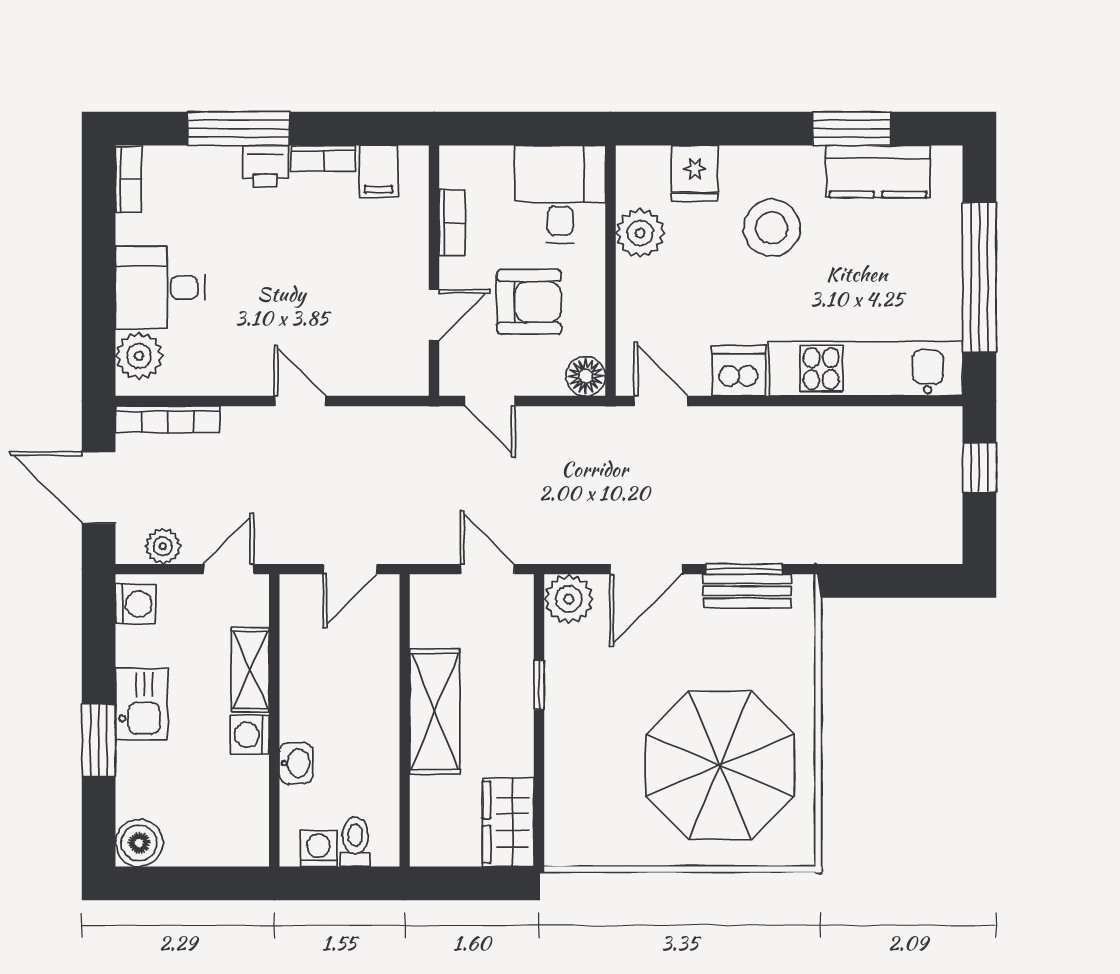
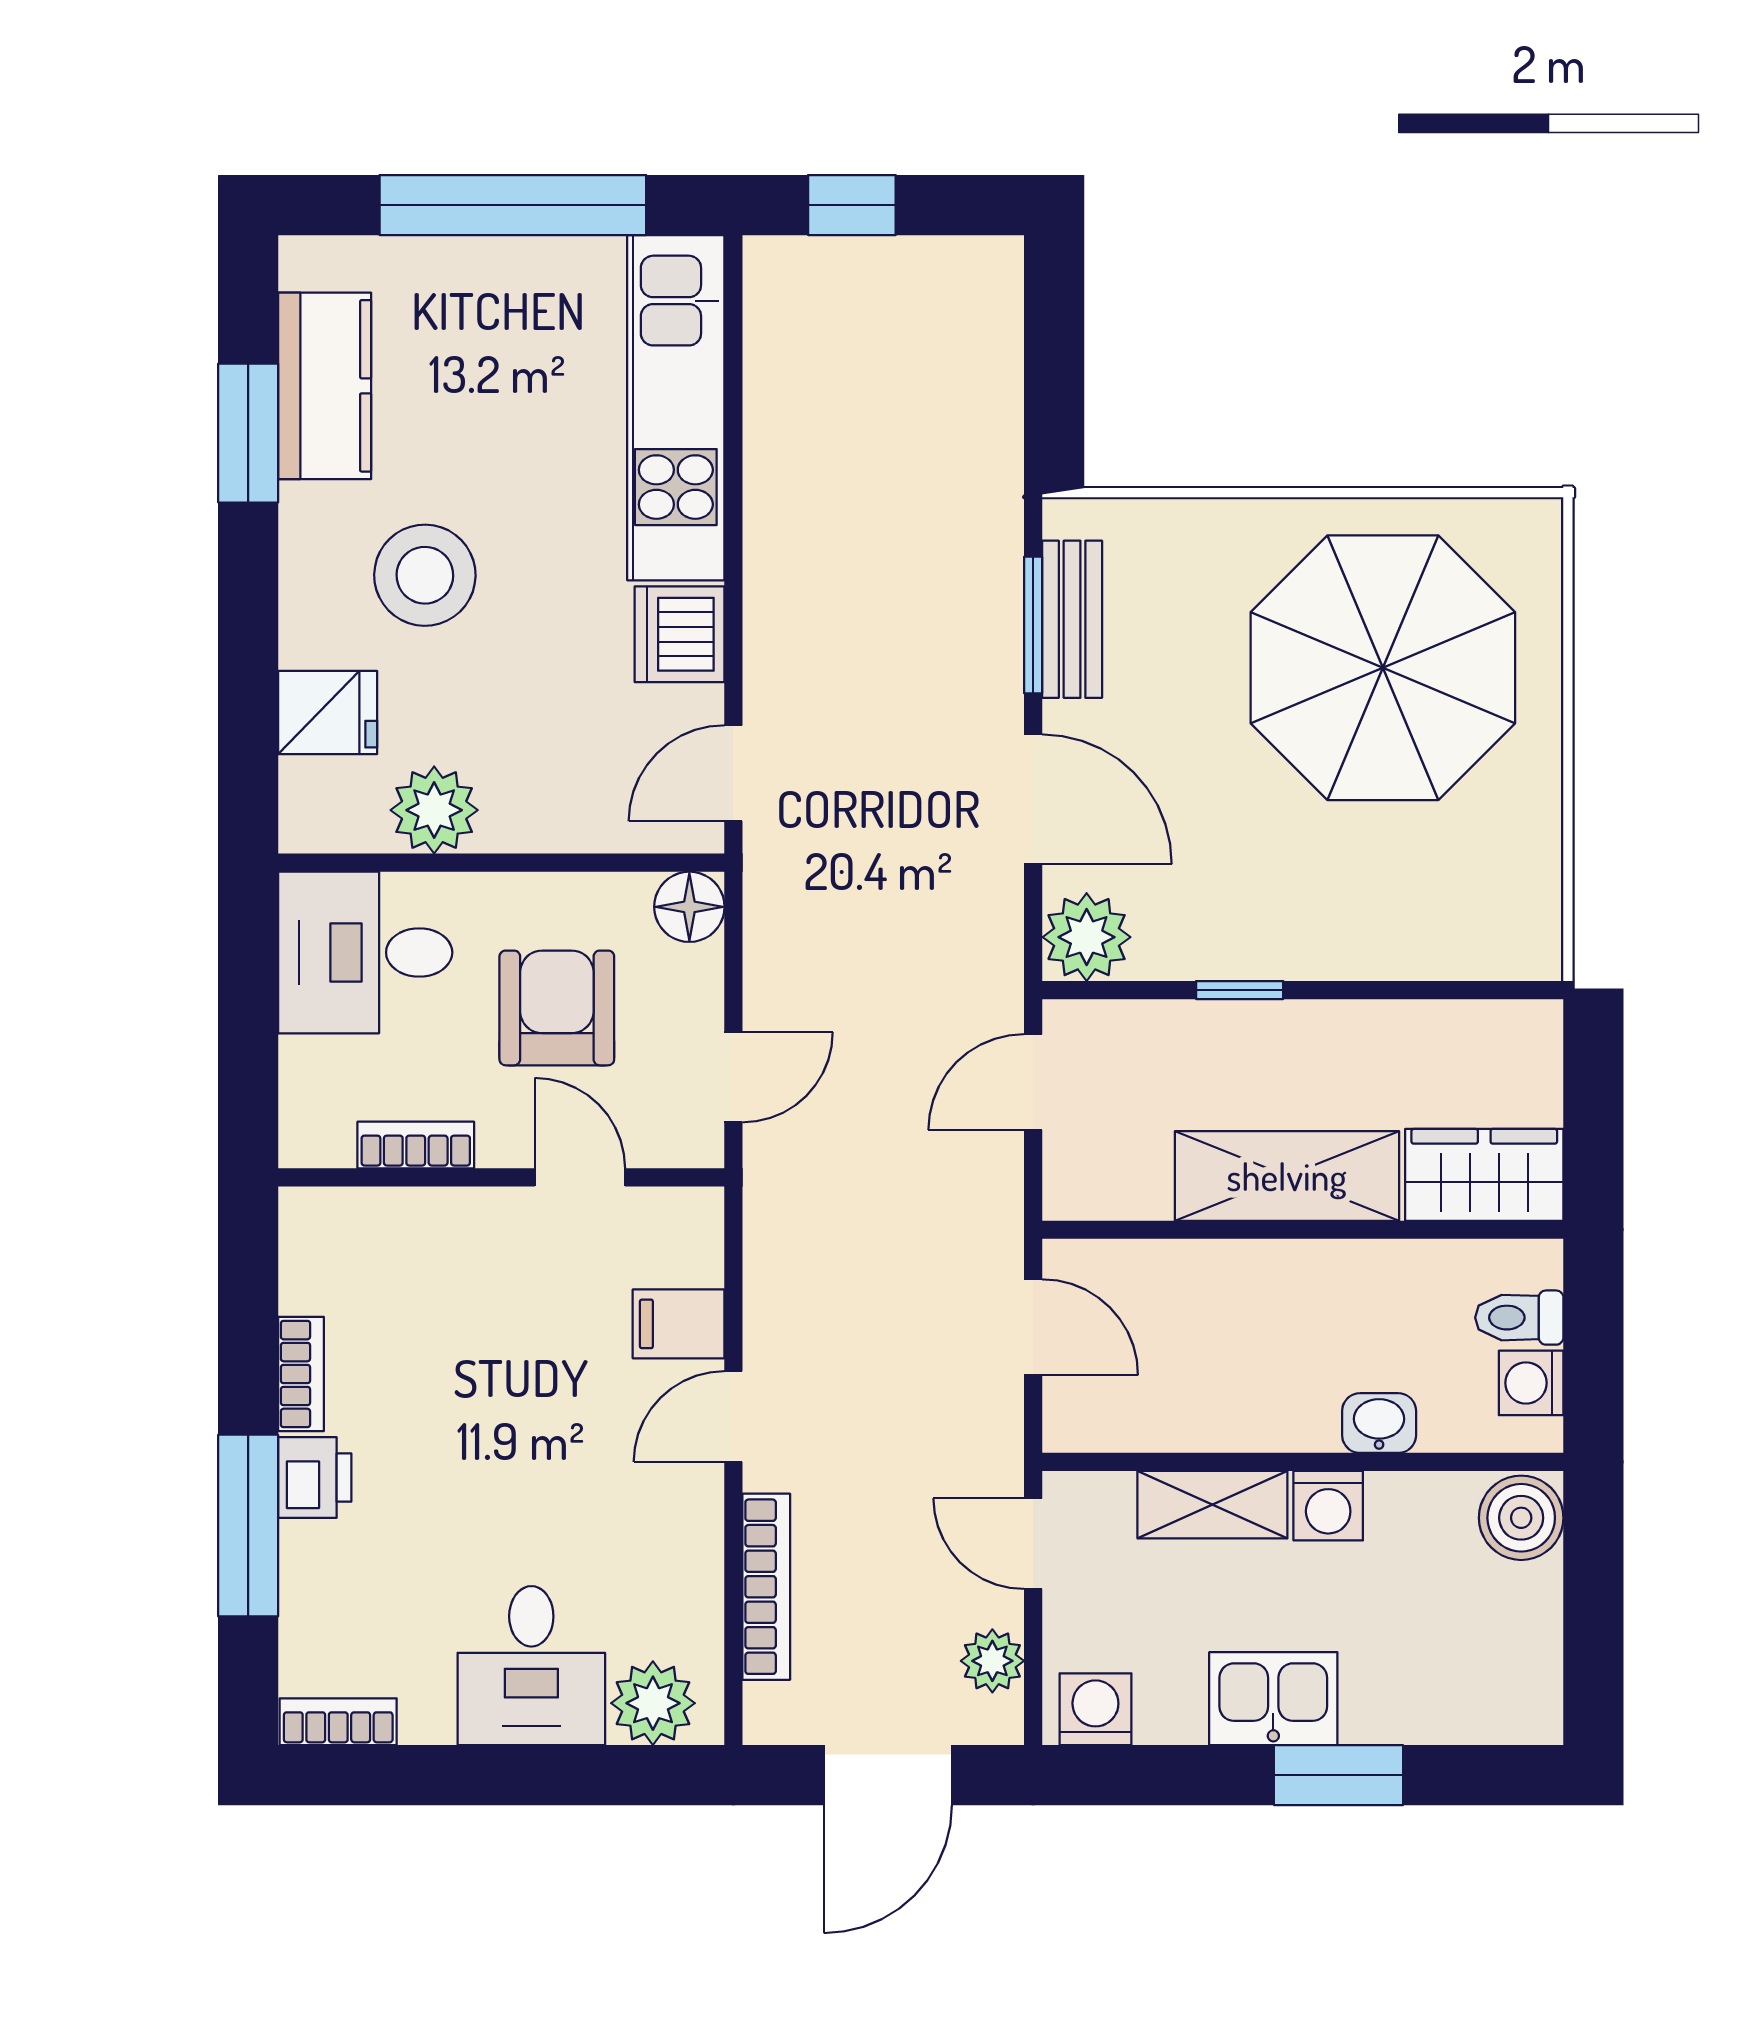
filing cabinet: (378, 171) -> (679, 1324), moved, turned 180
bookcase: (168, 419) -> (766, 1587), moved
wardrobe: (508, 822) -> (1484, 1175), moved, turned 180
boiler: (139, 843) -> (1521, 1518), moved

